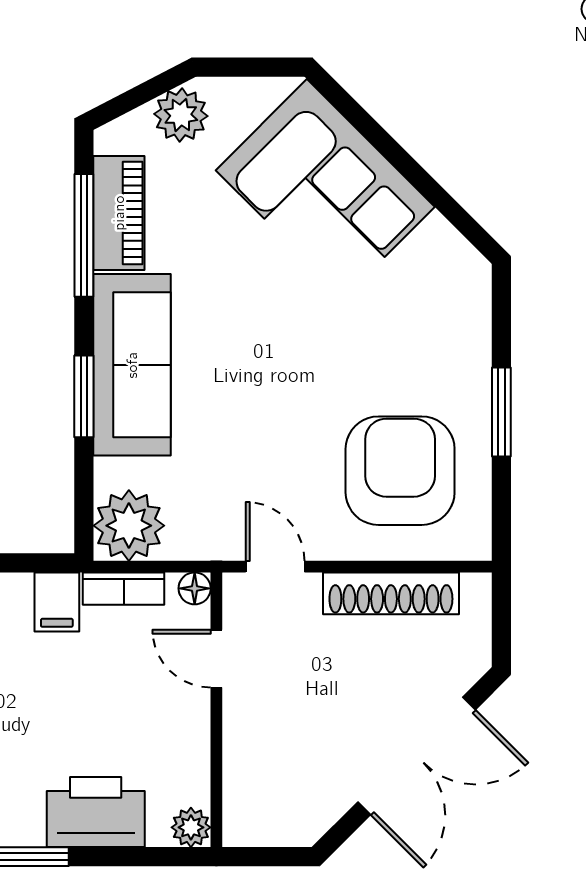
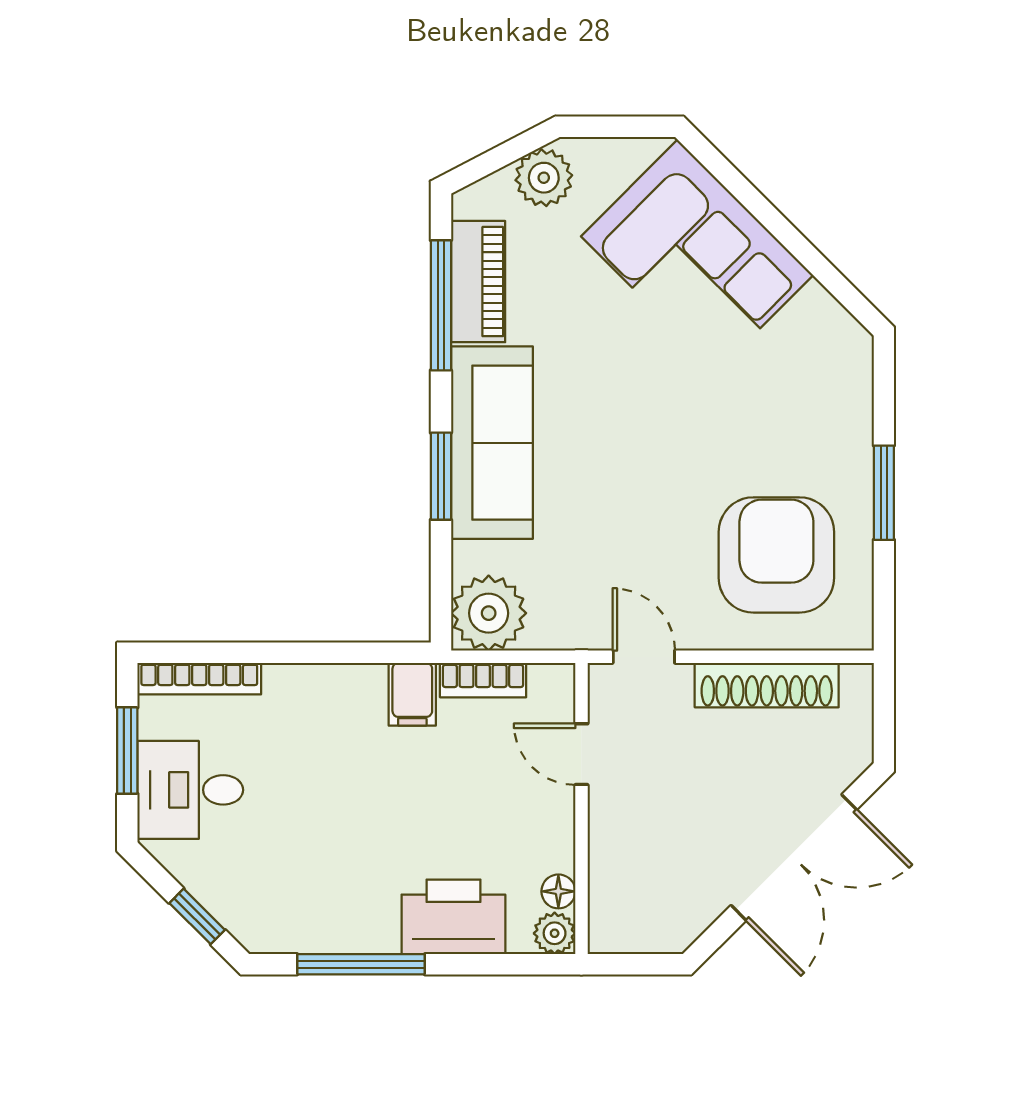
floor lamp: (195, 588) -> (558, 891), moved

